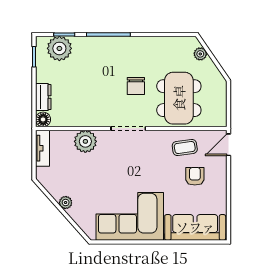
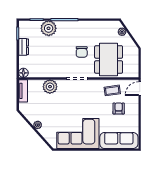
plant: (59, 48) -> (49, 28), moved
dresser: (43, 97) -> (24, 47), moved

